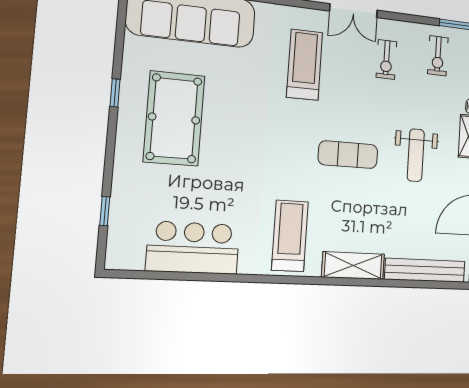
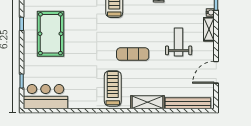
exercise mat: (348, 155) -> (133, 54), moved
weight bench: (416, 155) -> (179, 42), turned 180
bar counter: (193, 248) -> (46, 97), moved

